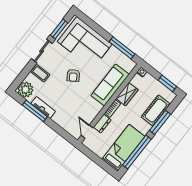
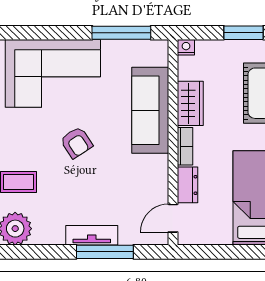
tv unit: (43, 107) -> (92, 235), moved
window: (35, 111) -> (105, 252), moved
door: (87, 132) -> (173, 218), hinge flipped

